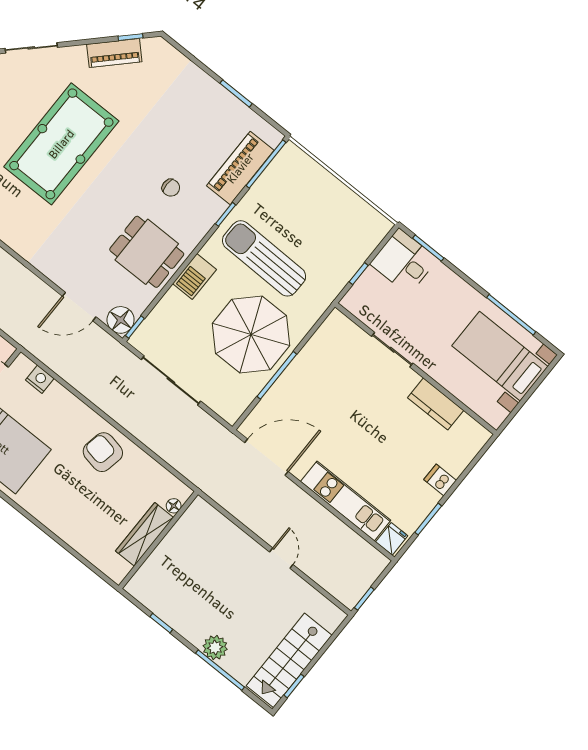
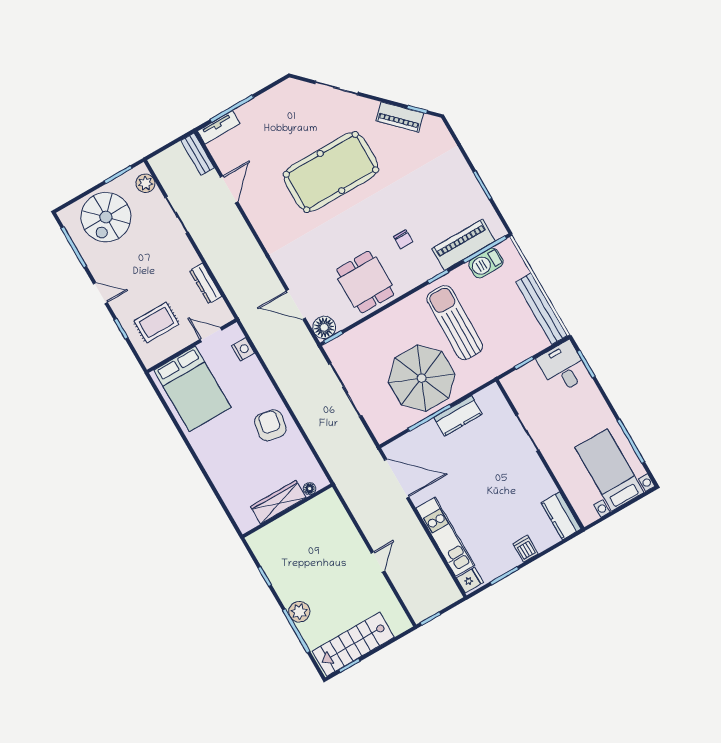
bench: (355, 206) -> (542, 309), added
barbecue: (195, 276) -> (486, 263), moved
kitchen counter: (308, 361) -> (458, 416), added
kitchen counter: (436, 404) -> (561, 516), moved

